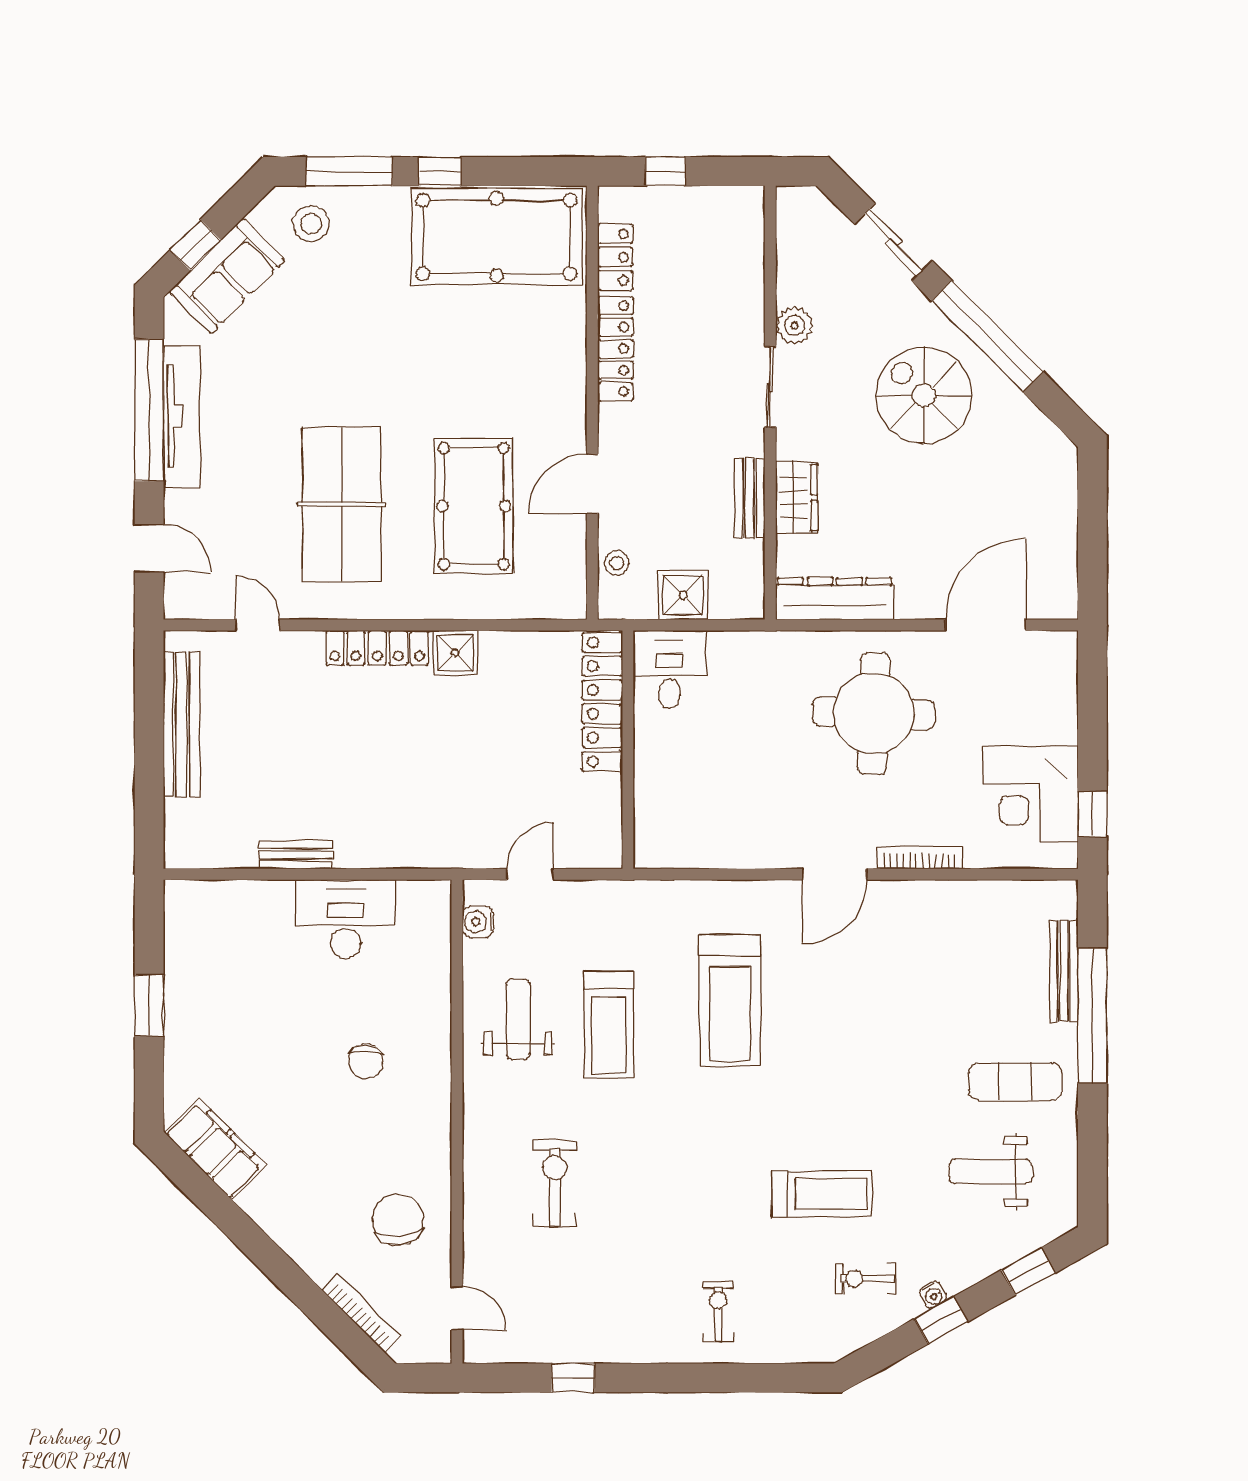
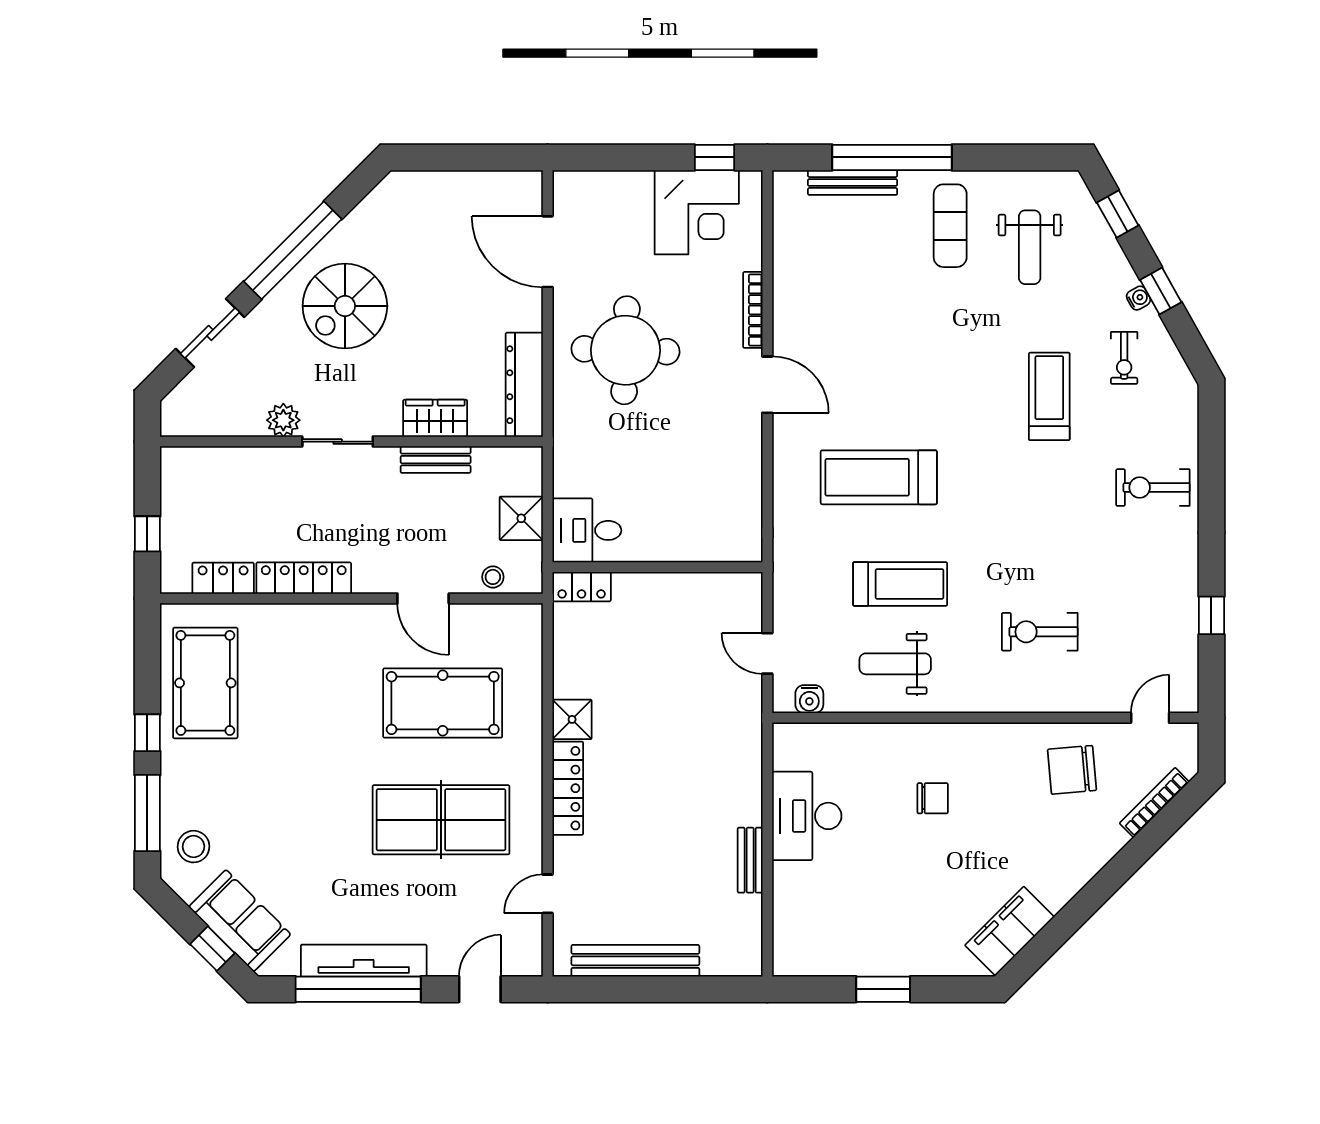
pool table: (497, 237) -> (205, 683), width x0.73, depth x0.76
locker: (602, 702) -> (582, 587), width x0.46, depth x0.83
treadmill: (730, 1001) -> (879, 477), turned 180
exercise bike: (718, 1311) -> (1153, 488), width x1.38, depth x1.39

